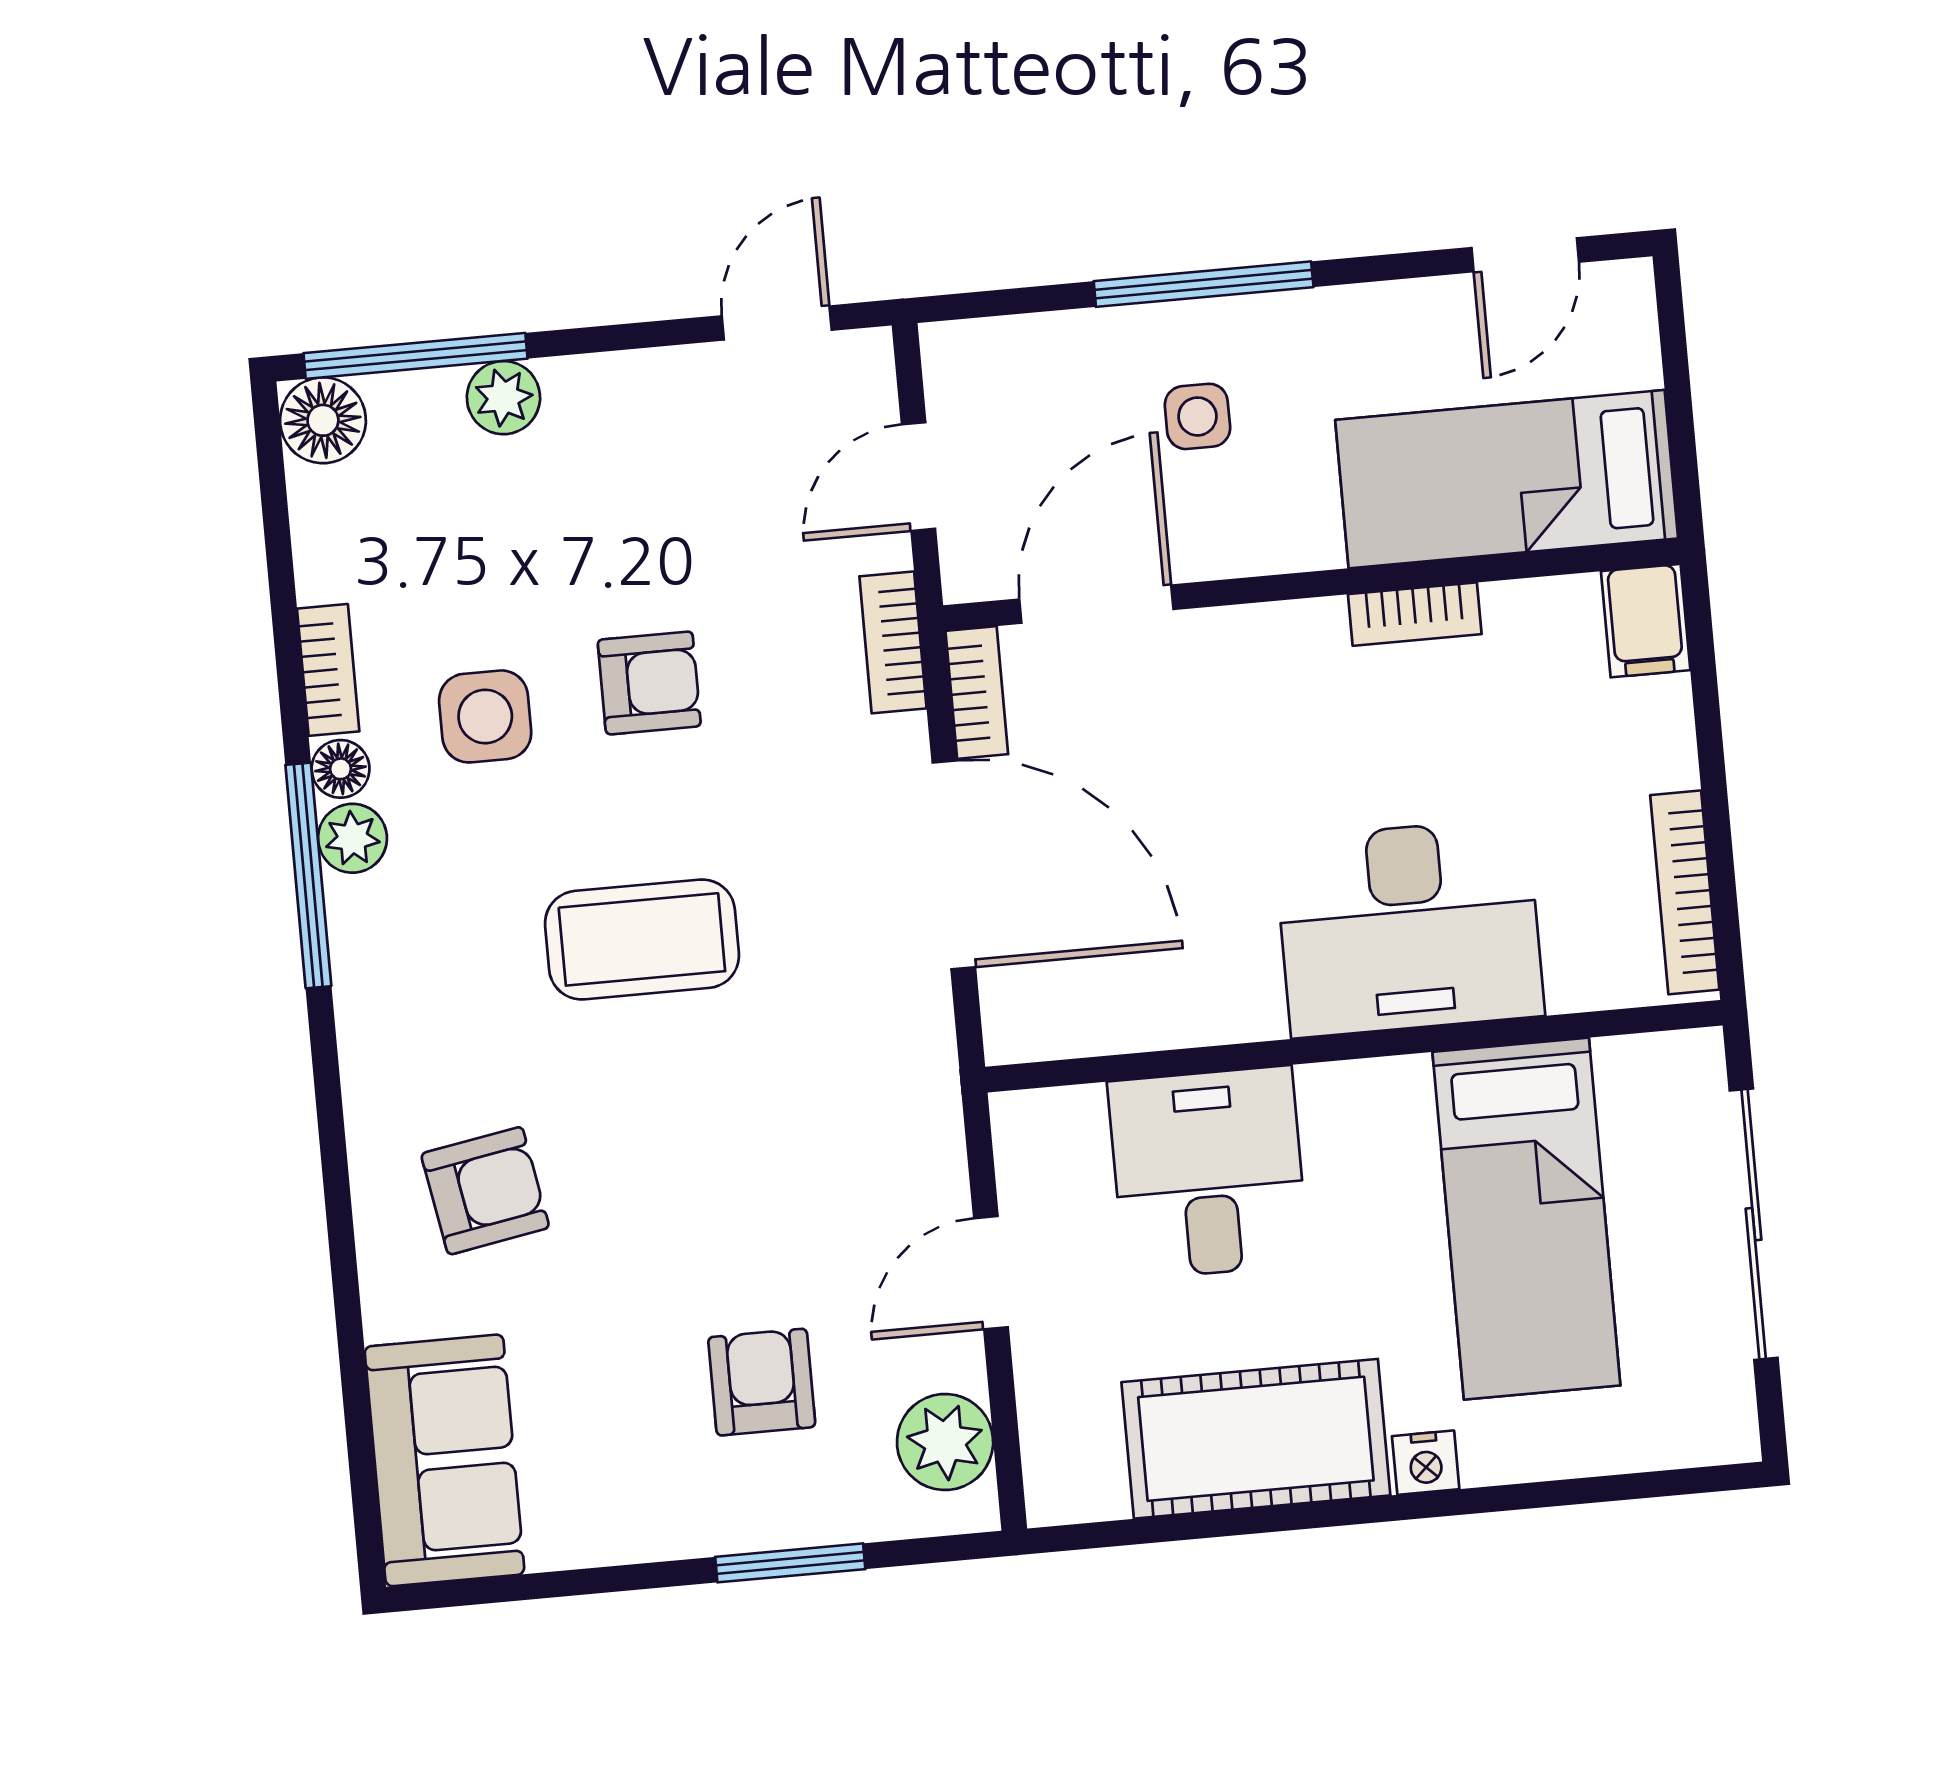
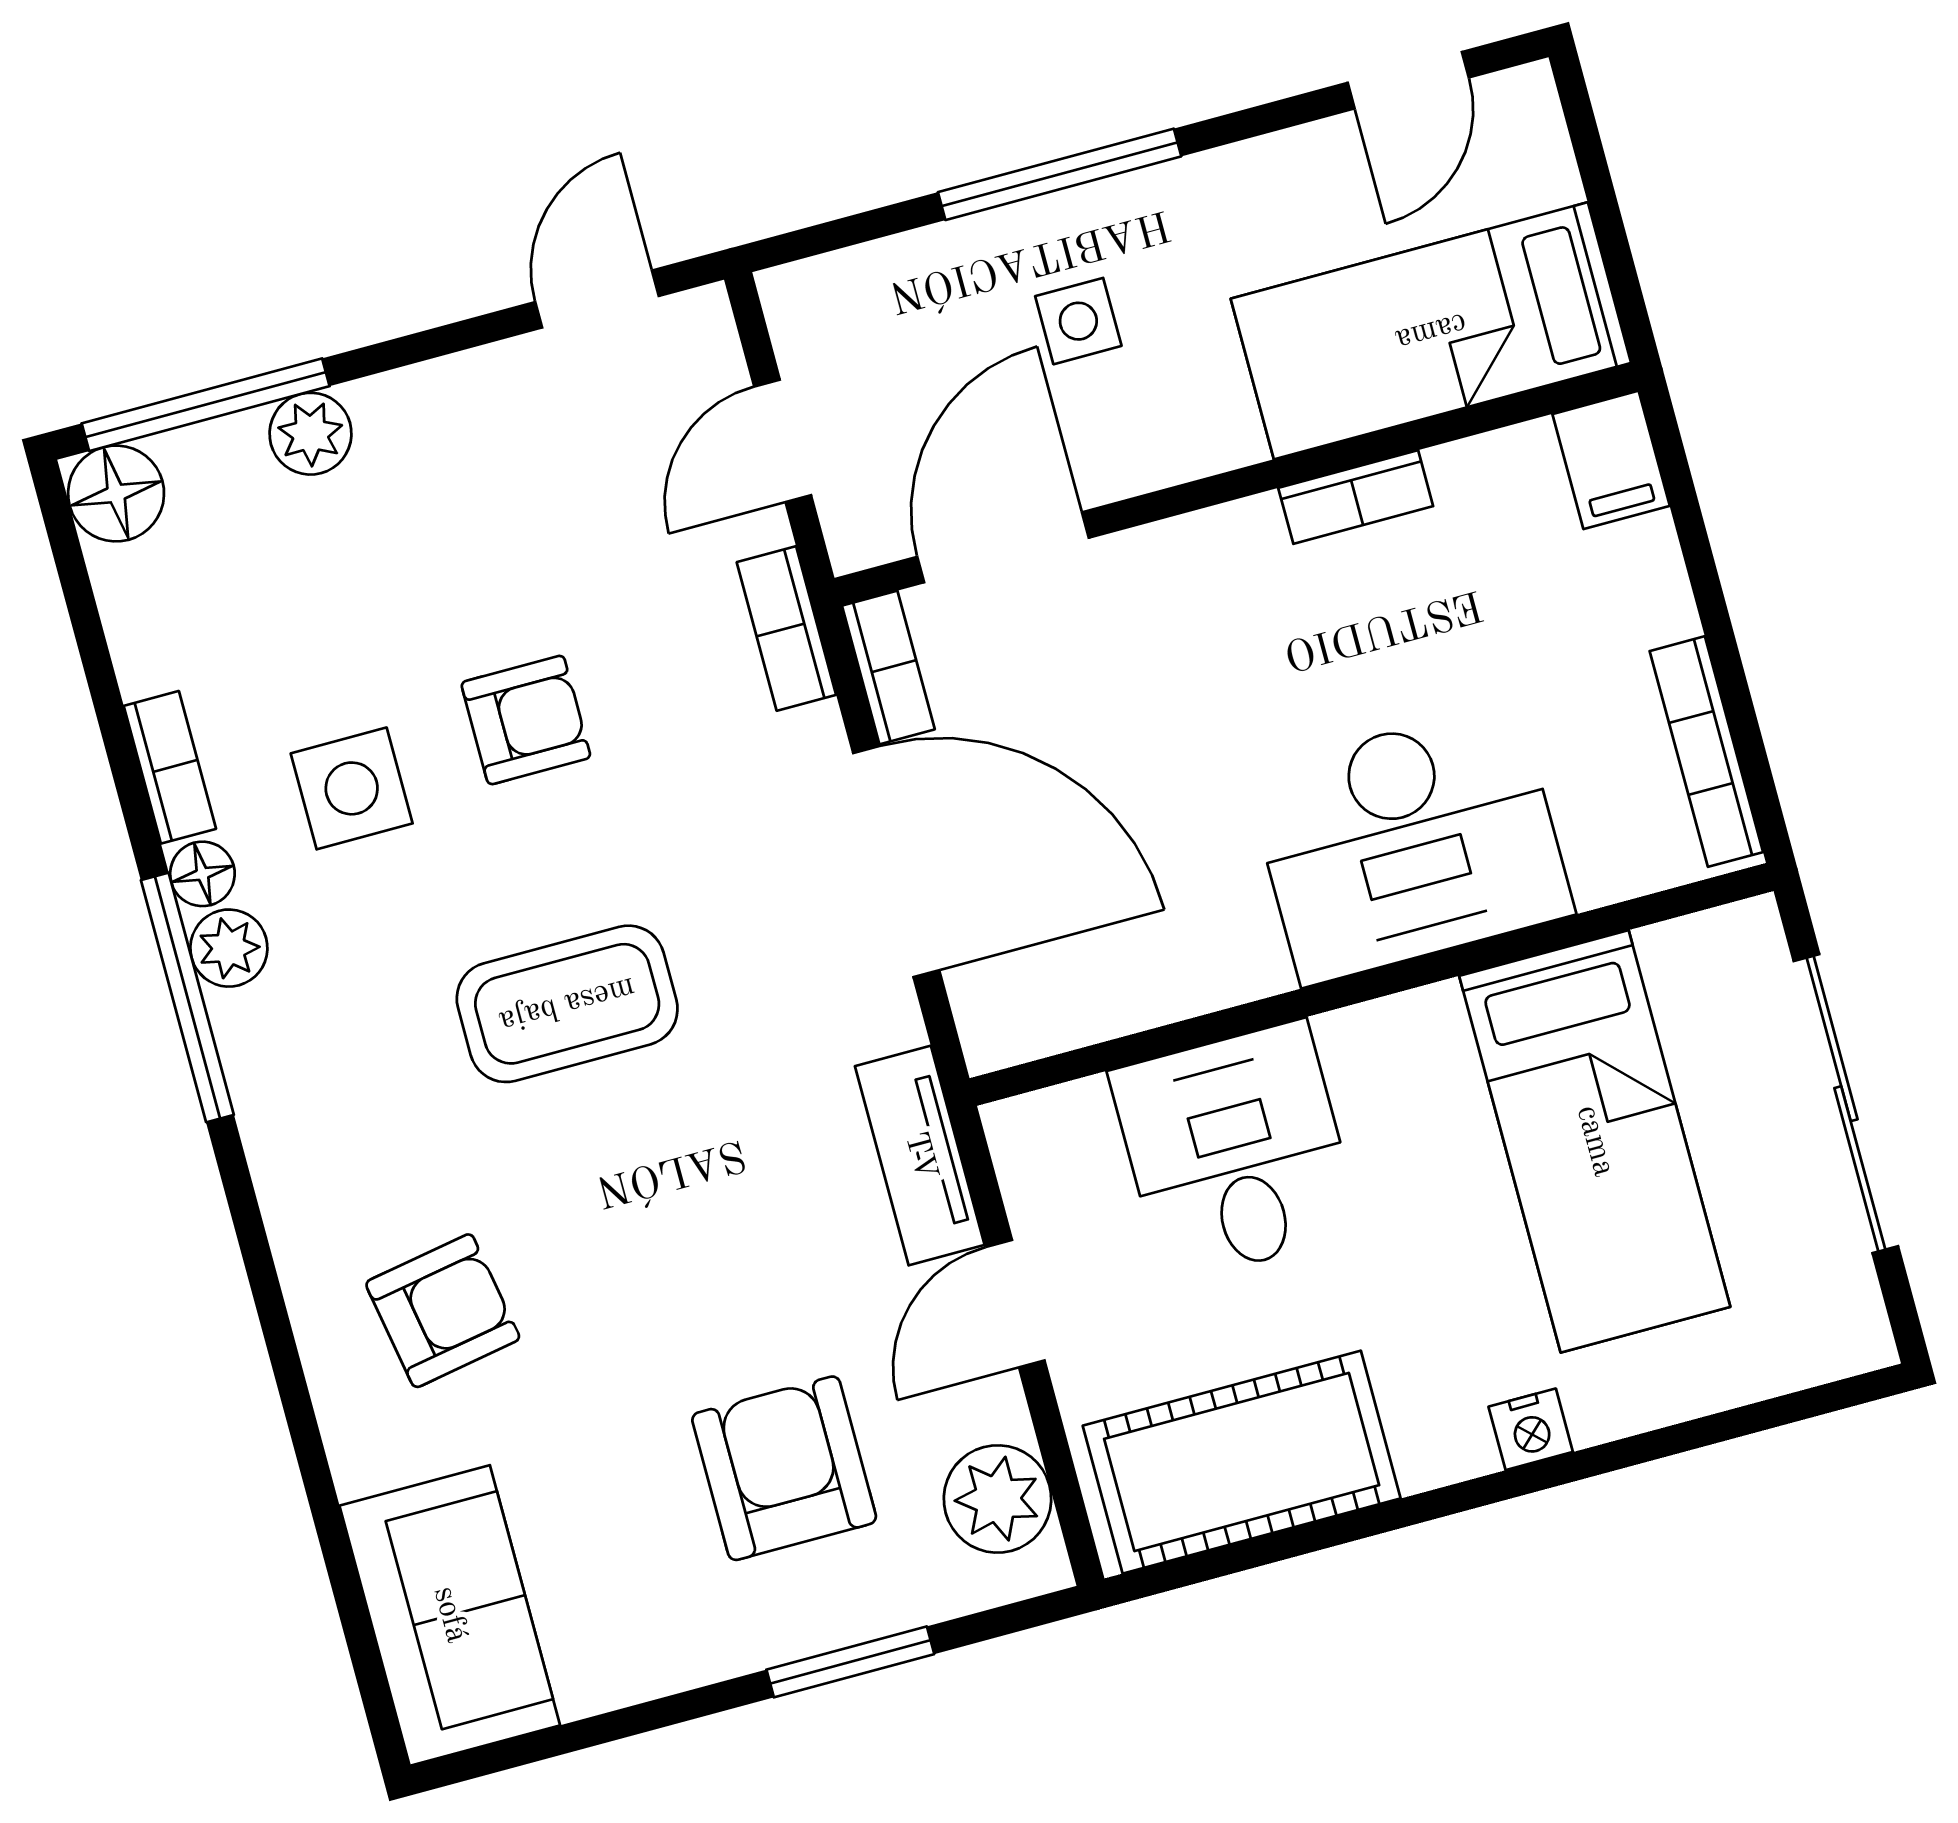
tv unit: (929, 1127) -> (920, 1156), added
armchair: (762, 1382) -> (784, 1468), width x1.38, depth x1.38
cot: (1256, 1439) -> (1242, 1462), moved

